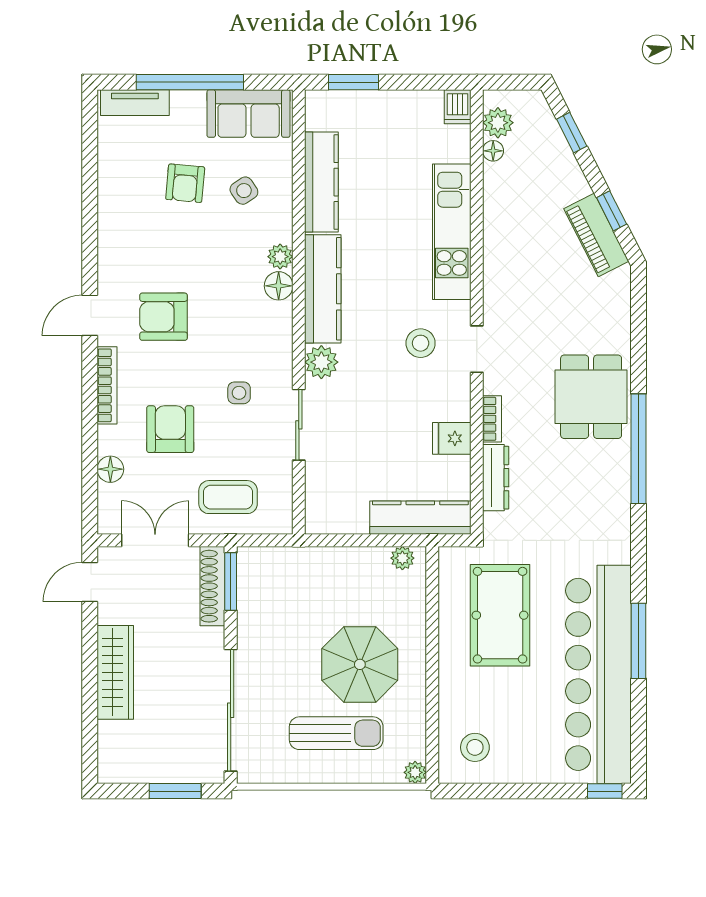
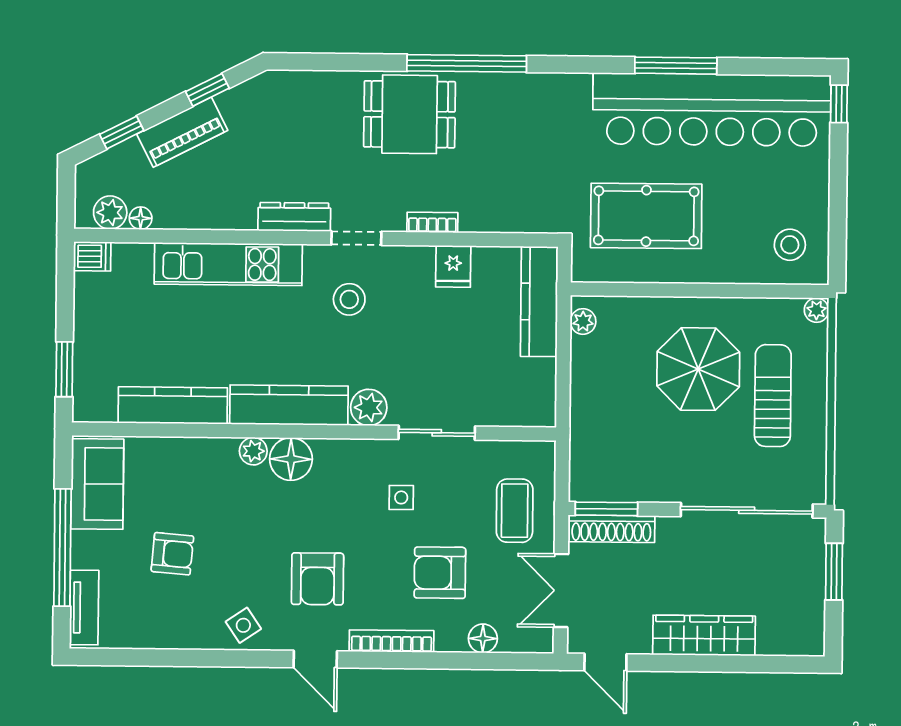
side table: (244, 191) -> (243, 625), moved
piano: (596, 235) -> (182, 132), moved
floor lamp: (279, 286) -> (291, 459), width x1.38, depth x1.38
dresser: (496, 478) -> (294, 217), moved

